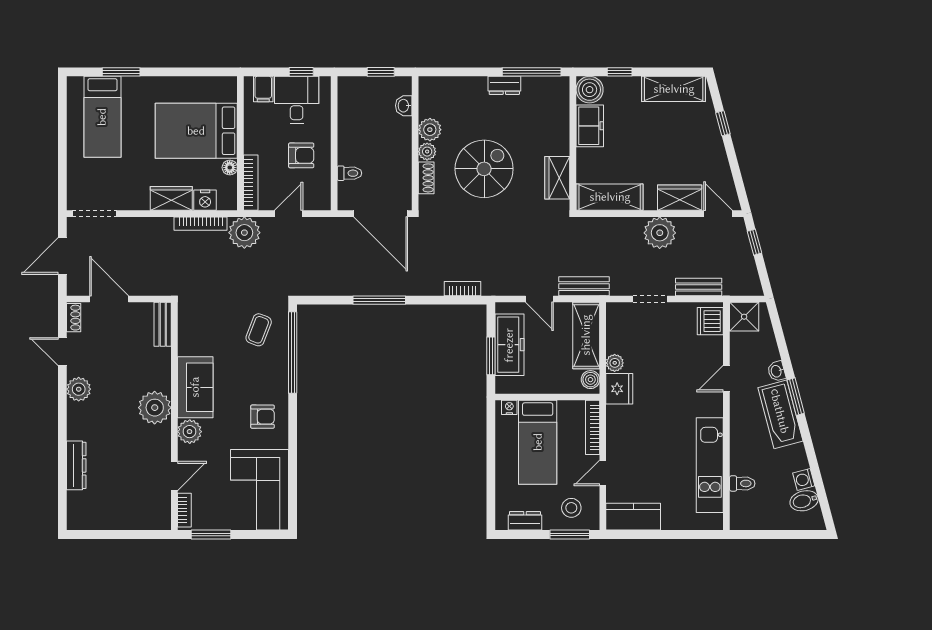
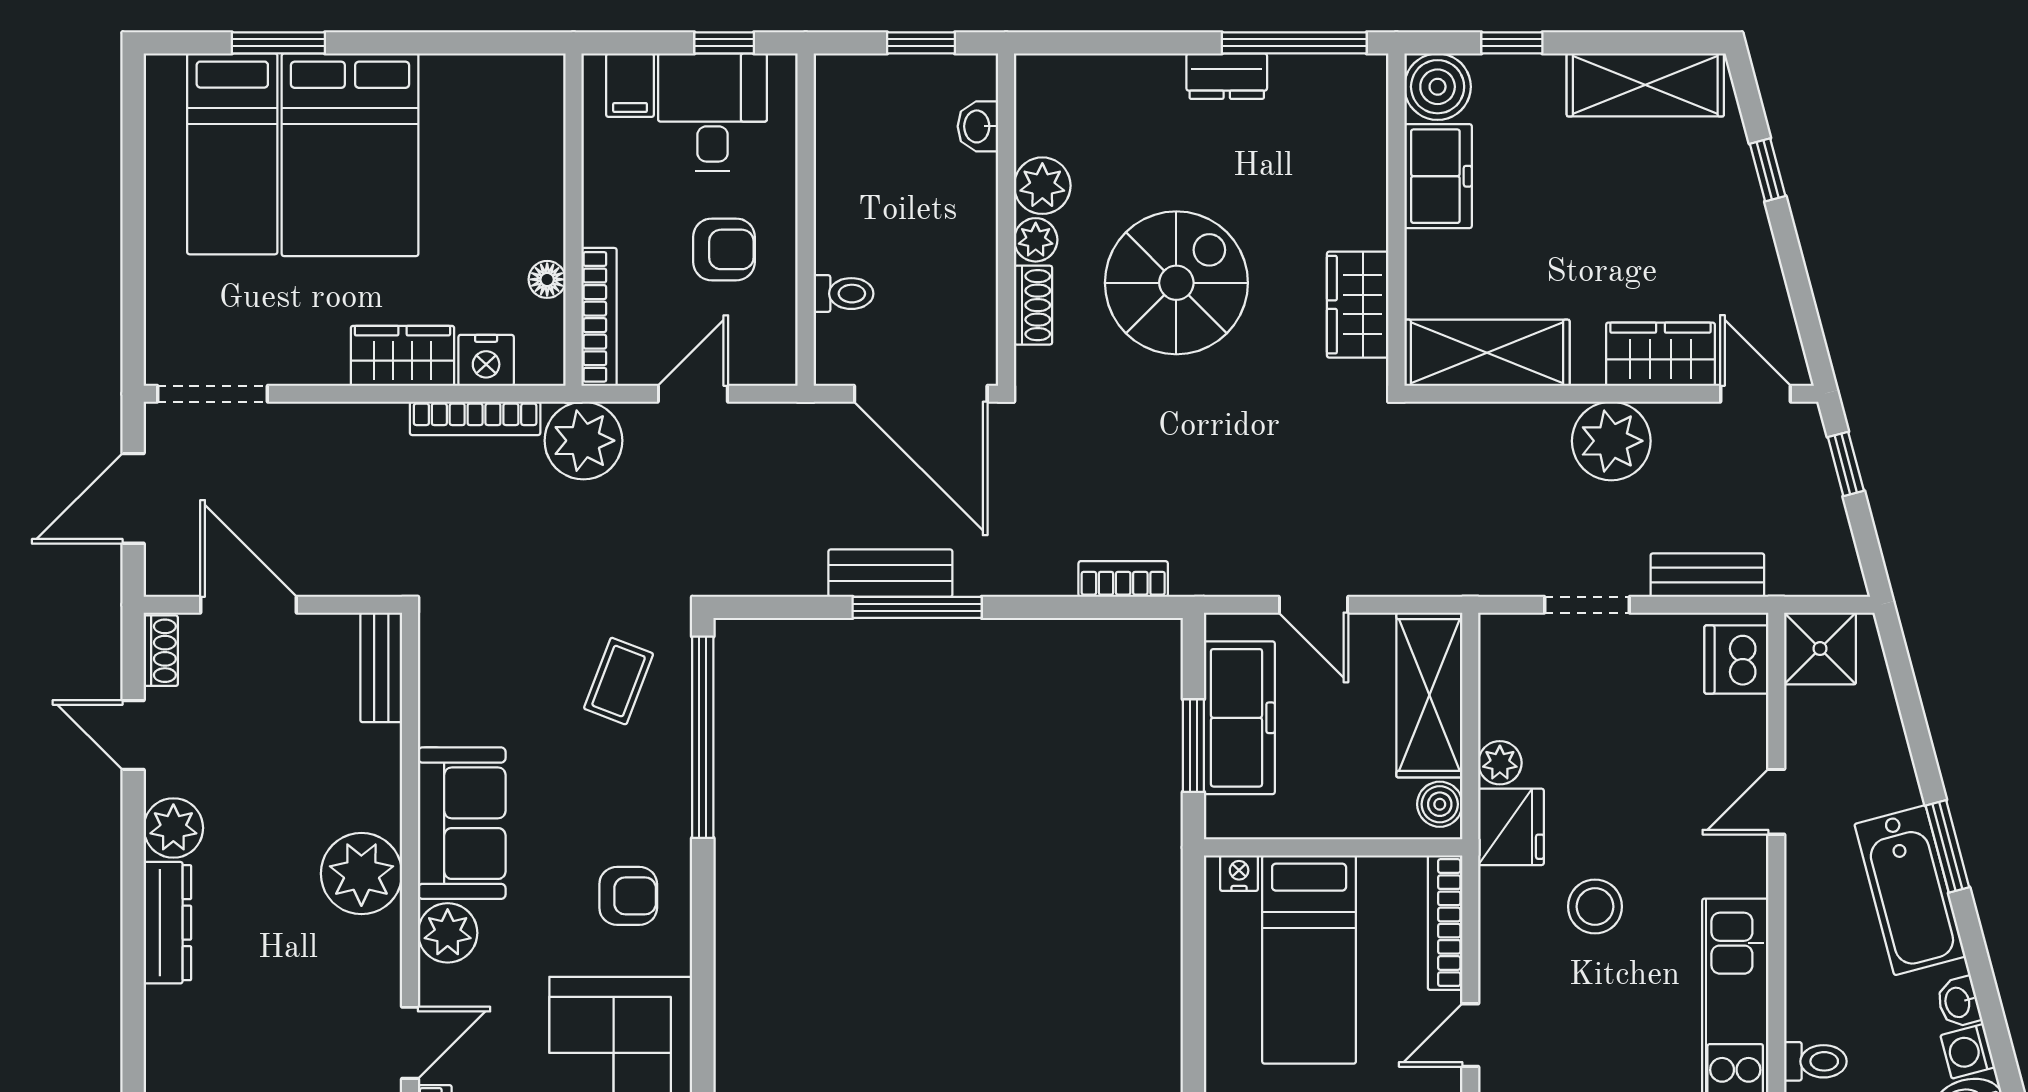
bed: (196, 131) -> (350, 155), moved, turned -90
bench: (584, 286) -> (890, 573), moved
washbasin: (777, 371) -> (1958, 1002), moved
stool: (653, 421) -> (1595, 907), added
dresser: (76, 465) -> (167, 923), moved

